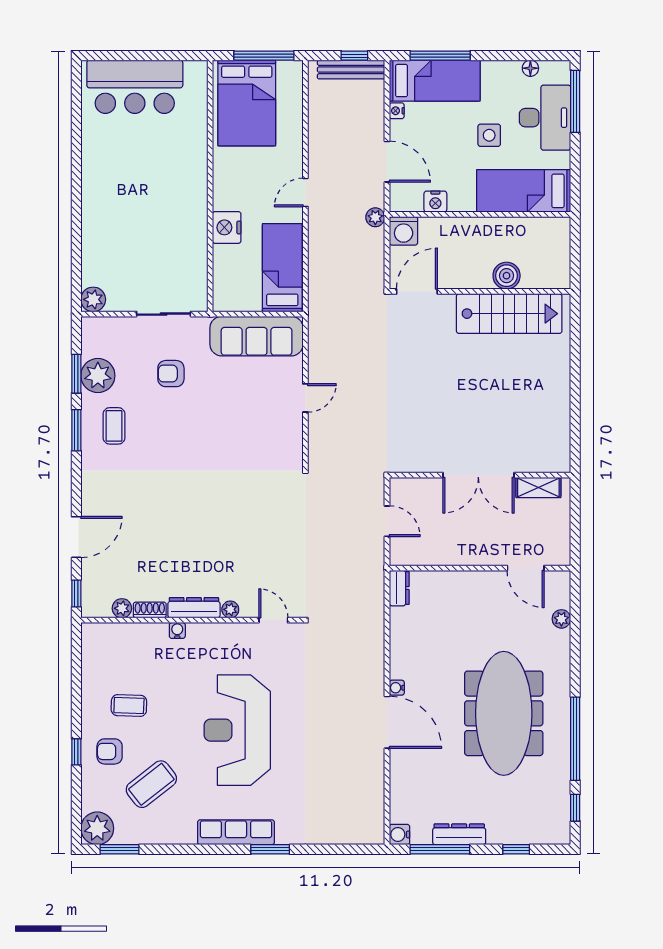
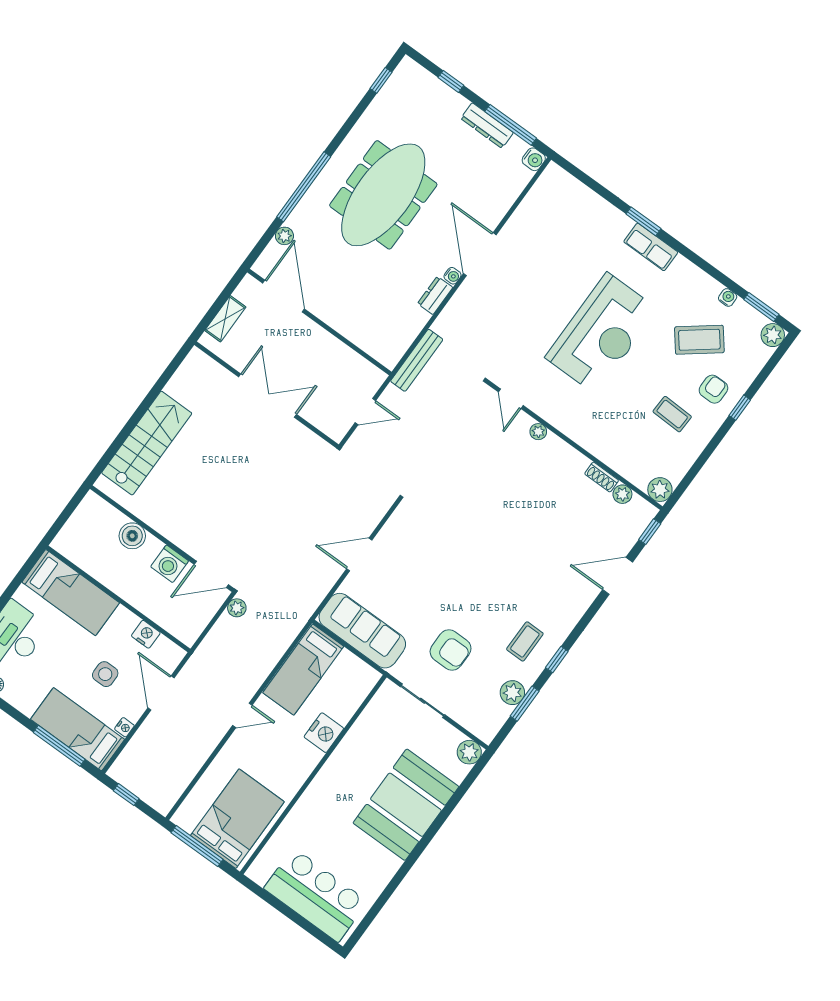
bench: (351, 70) -> (417, 360), moved, turned 90
side table: (489, 135) -> (105, 674), moved
booth: (114, 217) -> (406, 805), added
plant: (375, 217) -> (237, 608), moved
washing machine: (404, 231) -> (170, 564), moved, turned 180
stairs: (509, 314) -> (147, 443), moved, turned 90
armchair: (171, 374) -> (451, 650), width x1.38, depth x1.38
plant: (98, 376) -> (512, 693), width x0.73, depth x0.73
door: (305, 398) -> (359, 554), width x1.38
window: (76, 430) -> (557, 659), width x0.67
shelving: (538, 487) -> (225, 319), moved, turned 90
door: (387, 521) -> (365, 412), swing flipped
door: (526, 568) -> (284, 296), width x1.36
dresser: (399, 588) -> (435, 295), moved
dresser: (194, 608) -> (566, 454), removed
water cooler: (177, 630) -> (728, 297), moved, turned 180
plant: (93, 635) -> (660, 490), added
window: (575, 739) -> (304, 187), moved
armchair: (110, 751) -> (713, 389), turned -90
plant: (97, 828) -> (773, 335), width x0.73, depth x0.73
row of seats: (236, 832) -> (651, 247), width x0.68

